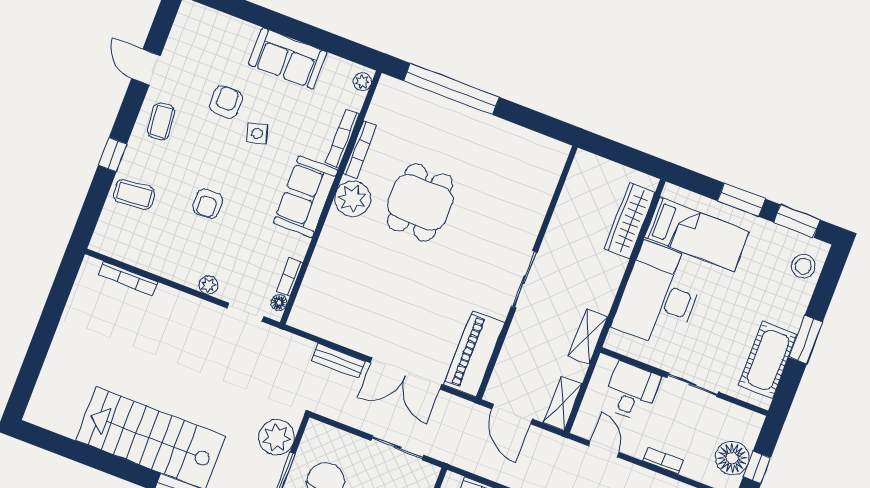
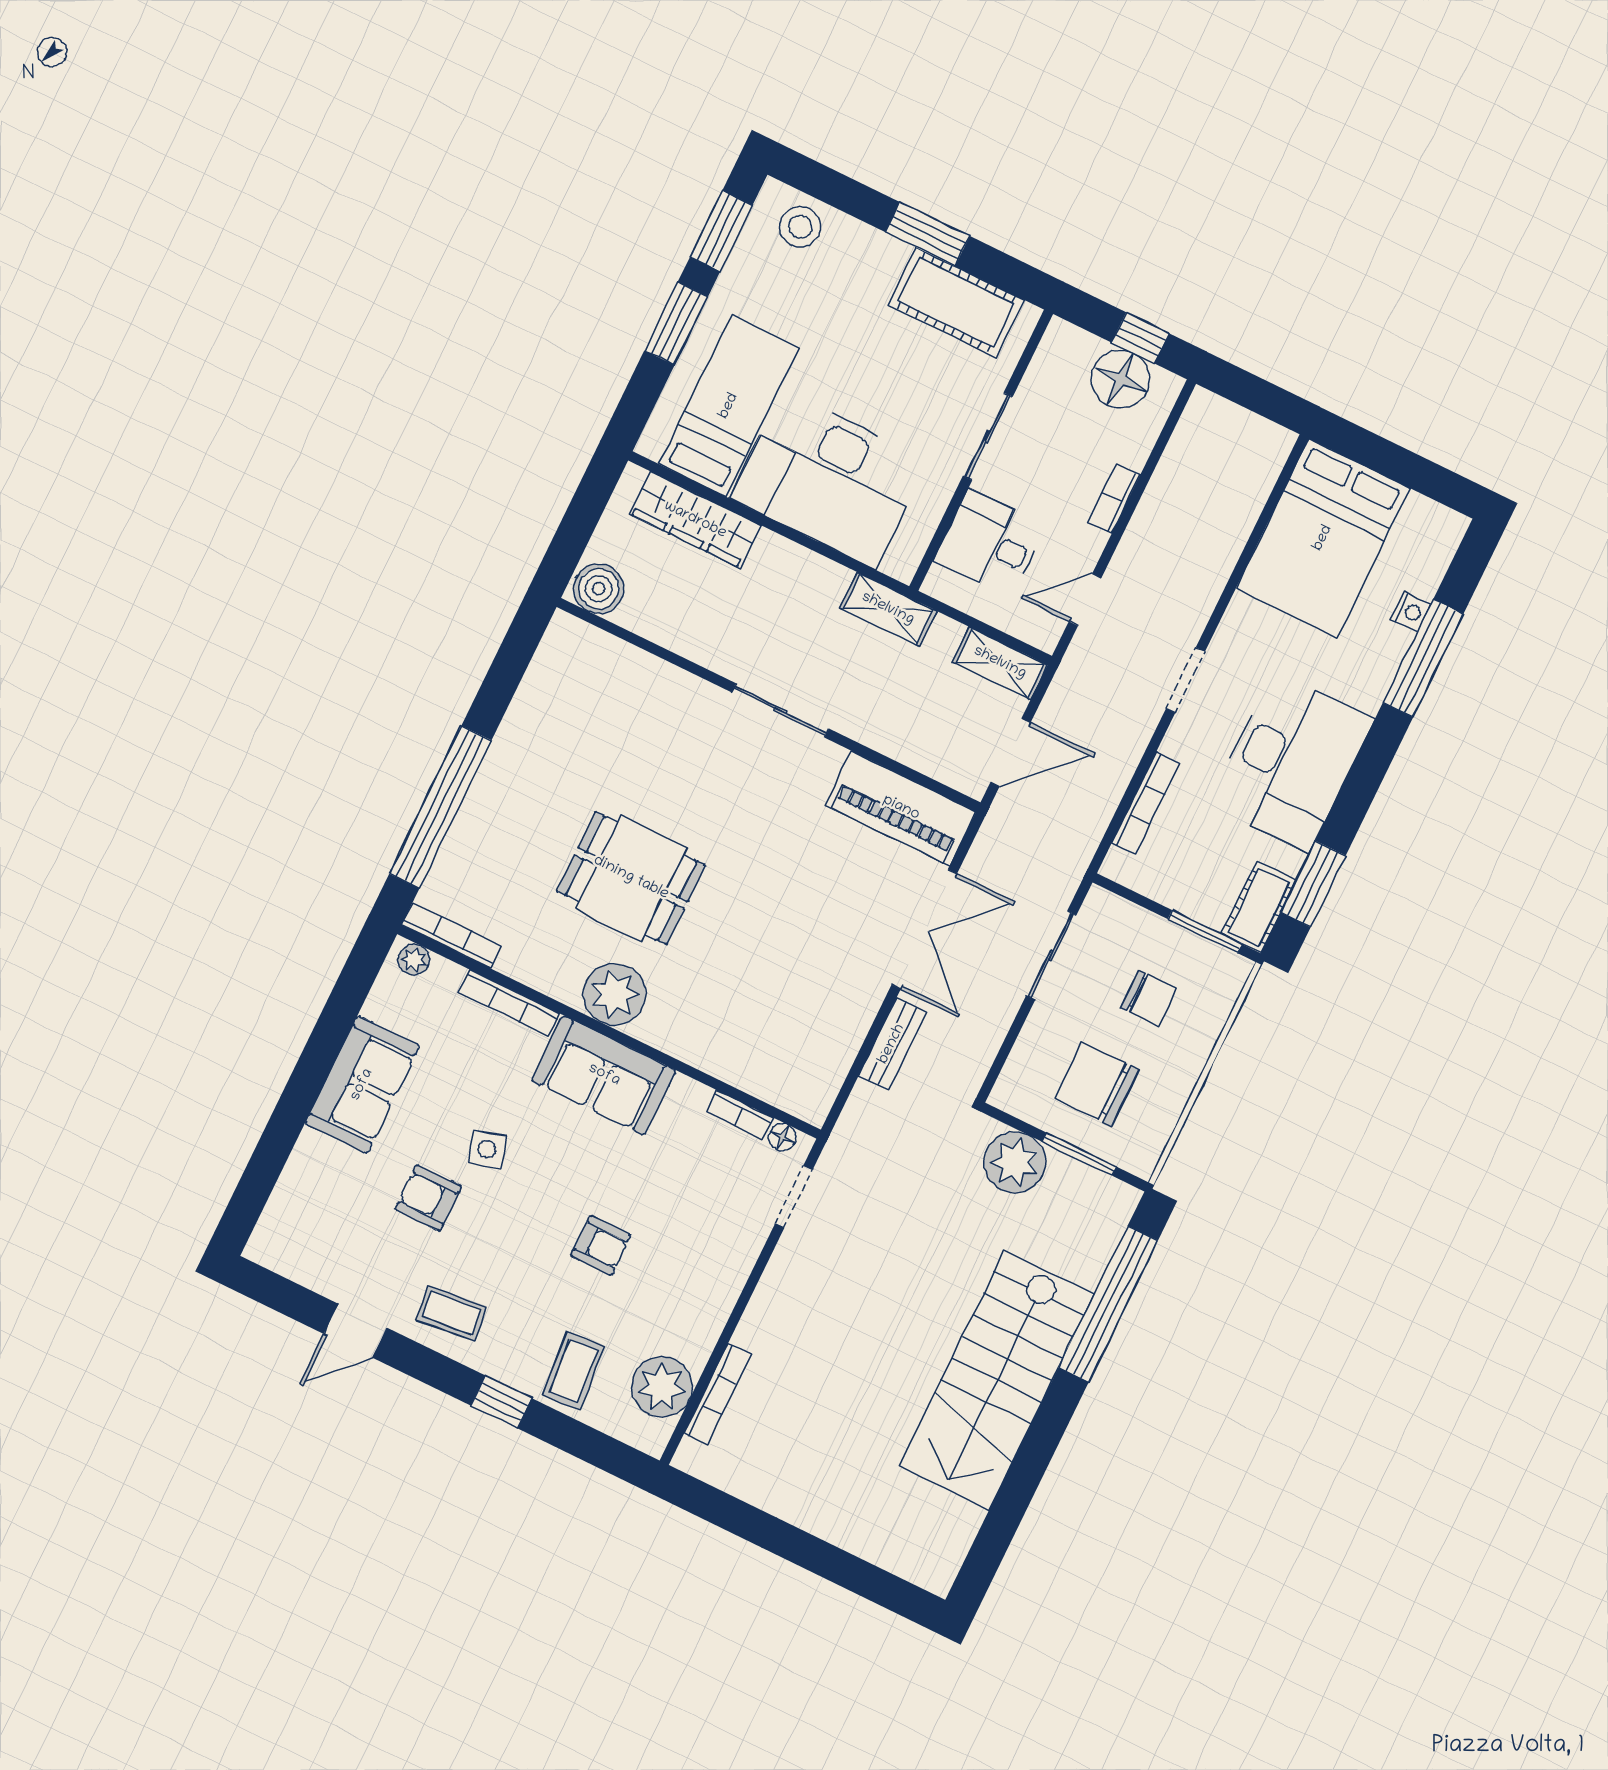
bookcase: (360, 150) -> (451, 935), moved
boiler: (585, 169) -> (599, 589), added
plant: (208, 285) -> (662, 1387), moved, width x1.87, depth x1.87

